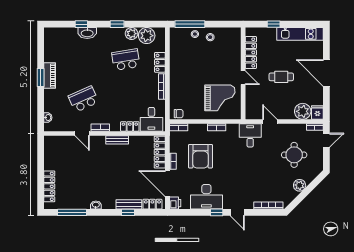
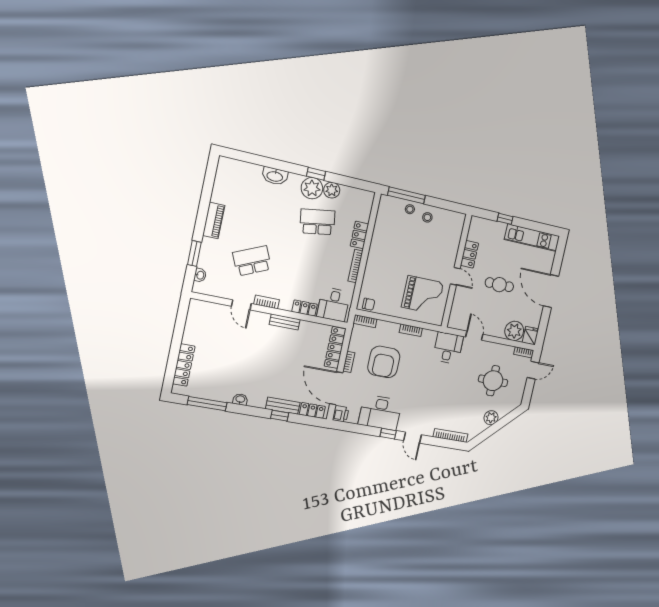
window: (81, 24) -> (270, 163), removed
plant: (147, 36) -> (312, 188), moved
locker: (251, 52) -> (469, 254), width x0.66
window: (41, 77) -> (194, 253), moved

